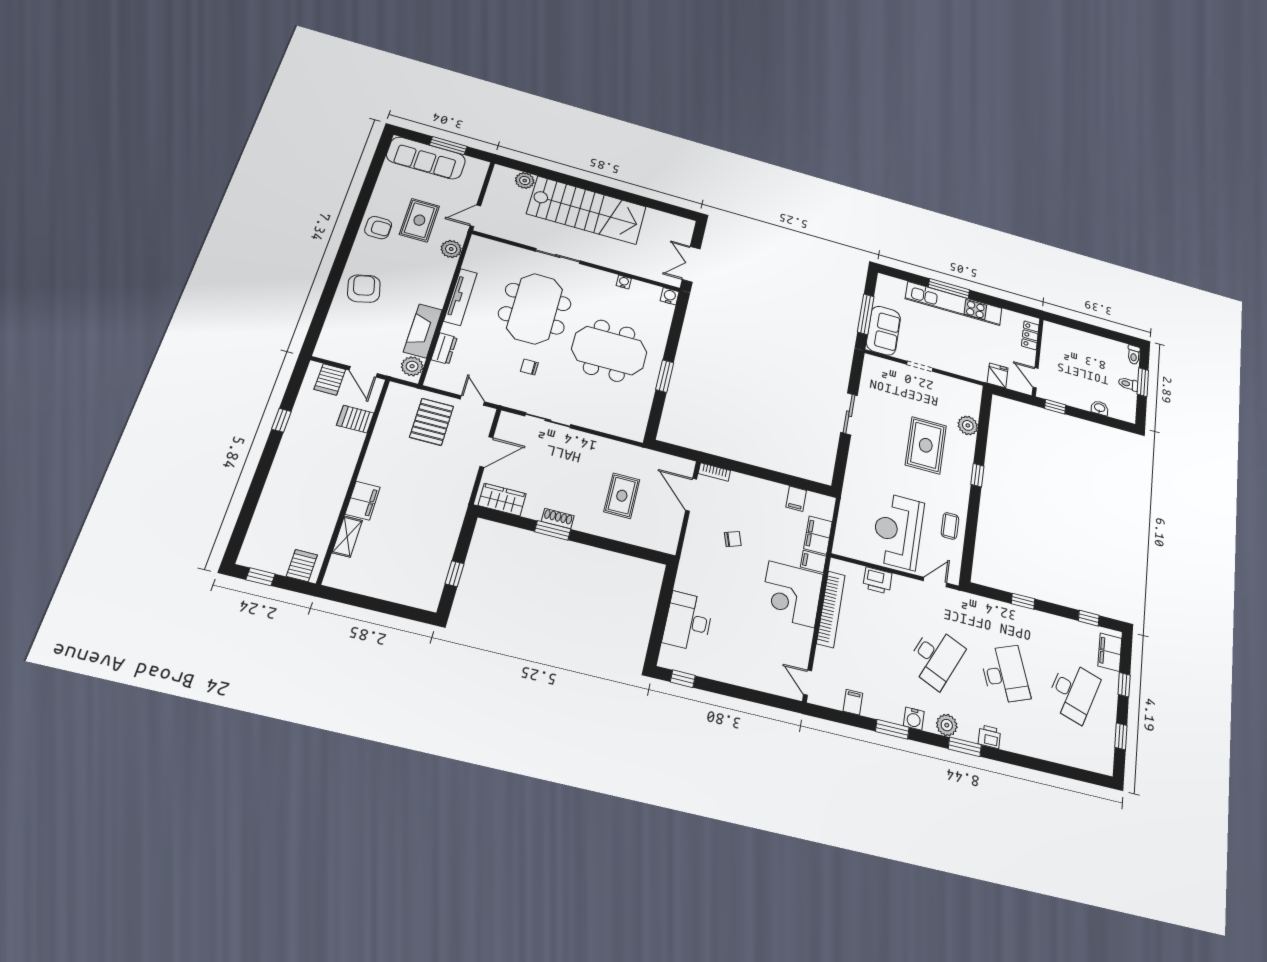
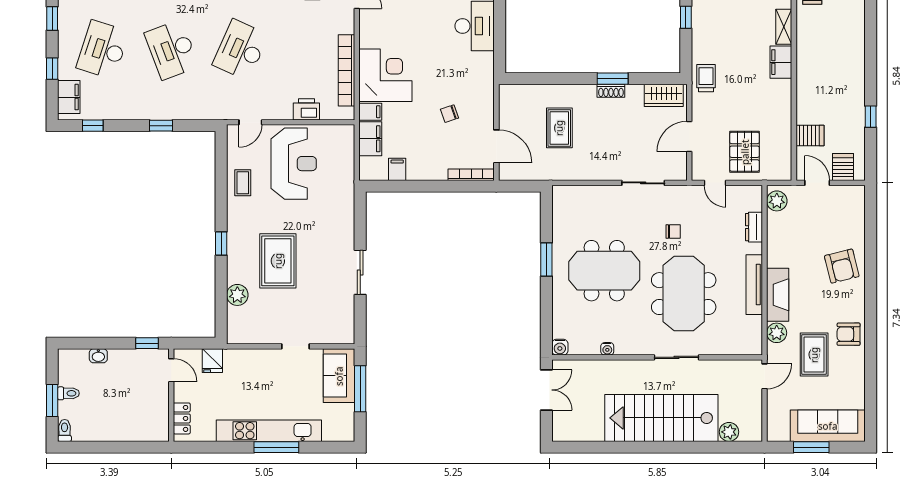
fireplace: (423, 331) -> (778, 295), moved
bookcase: (714, 472) -> (471, 175), width x1.56
trolley: (451, 505) -> (706, 78), added

